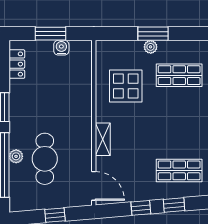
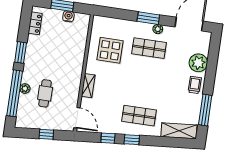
window: (153, 34) -> (148, 18), moved
plant: (151, 47) -> (158, 29), moved
cafe table: (45, 159) -> (45, 93), width x0.73, depth x0.74

